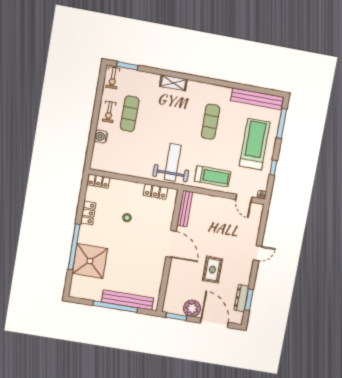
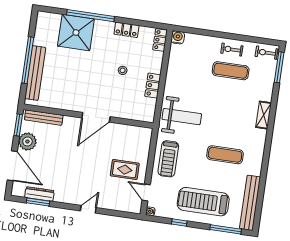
window: (127, 66) -> (279, 67), width x1.44
water cooler: (101, 136) -> (178, 37), moved
treadmill: (255, 144) -> (203, 202), turned 180
locker: (155, 192) -> (153, 86), moved
door: (244, 198) -> (146, 193), hinge flipped
bench: (185, 209) -> (44, 118), moved
door: (257, 253) -> (88, 209), swing flipped
rug: (212, 270) -> (125, 170), moved
door: (214, 323) -> (12, 166), hinge flipped

